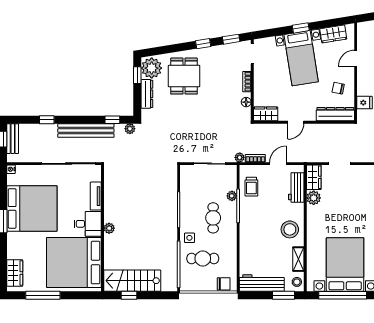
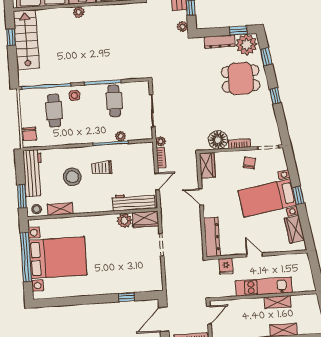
window: (231, 39) -> (266, 57), moved
door: (356, 58) -> (255, 255), moved
chair: (338, 88) -> (249, 163), moved
floor lamp: (246, 102) -> (218, 140), width x1.89, depth x1.89
door: (278, 164) -> (157, 181), hinge flipped
trolley: (251, 187) -> (102, 168), moved
workbench: (296, 187) -> (134, 202), width x1.38
cafe table: (213, 218) -> (114, 101), moved, turned 90
stool: (290, 229) -> (72, 177), moved

